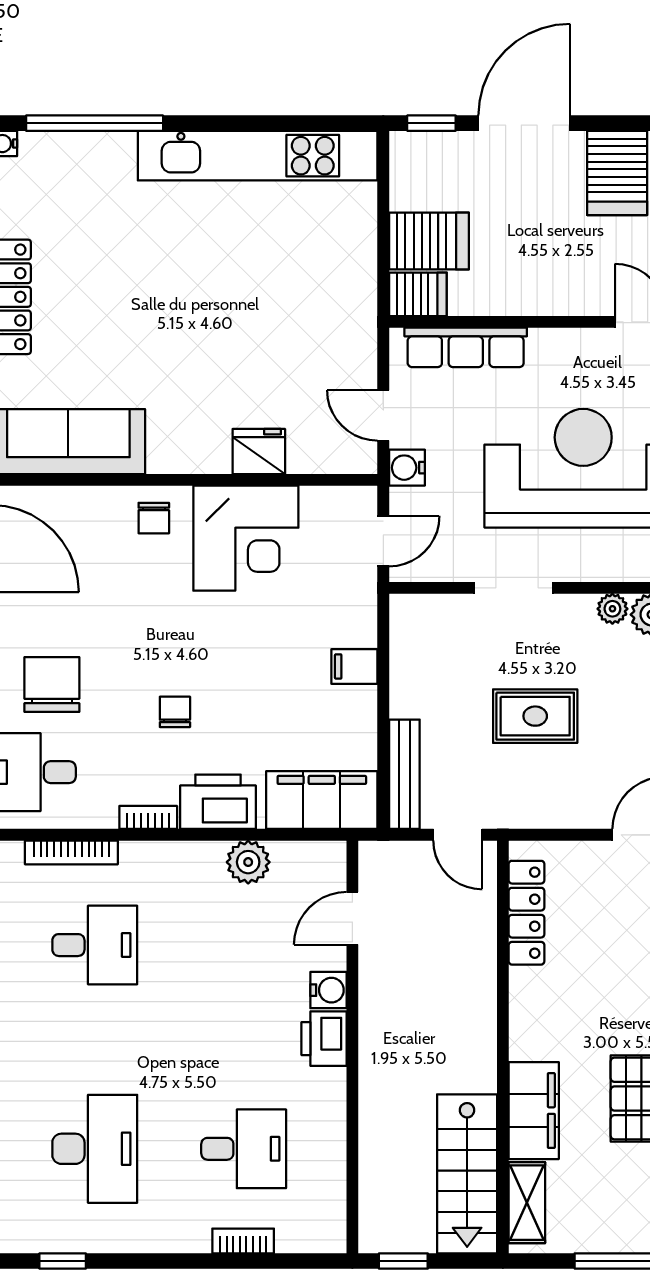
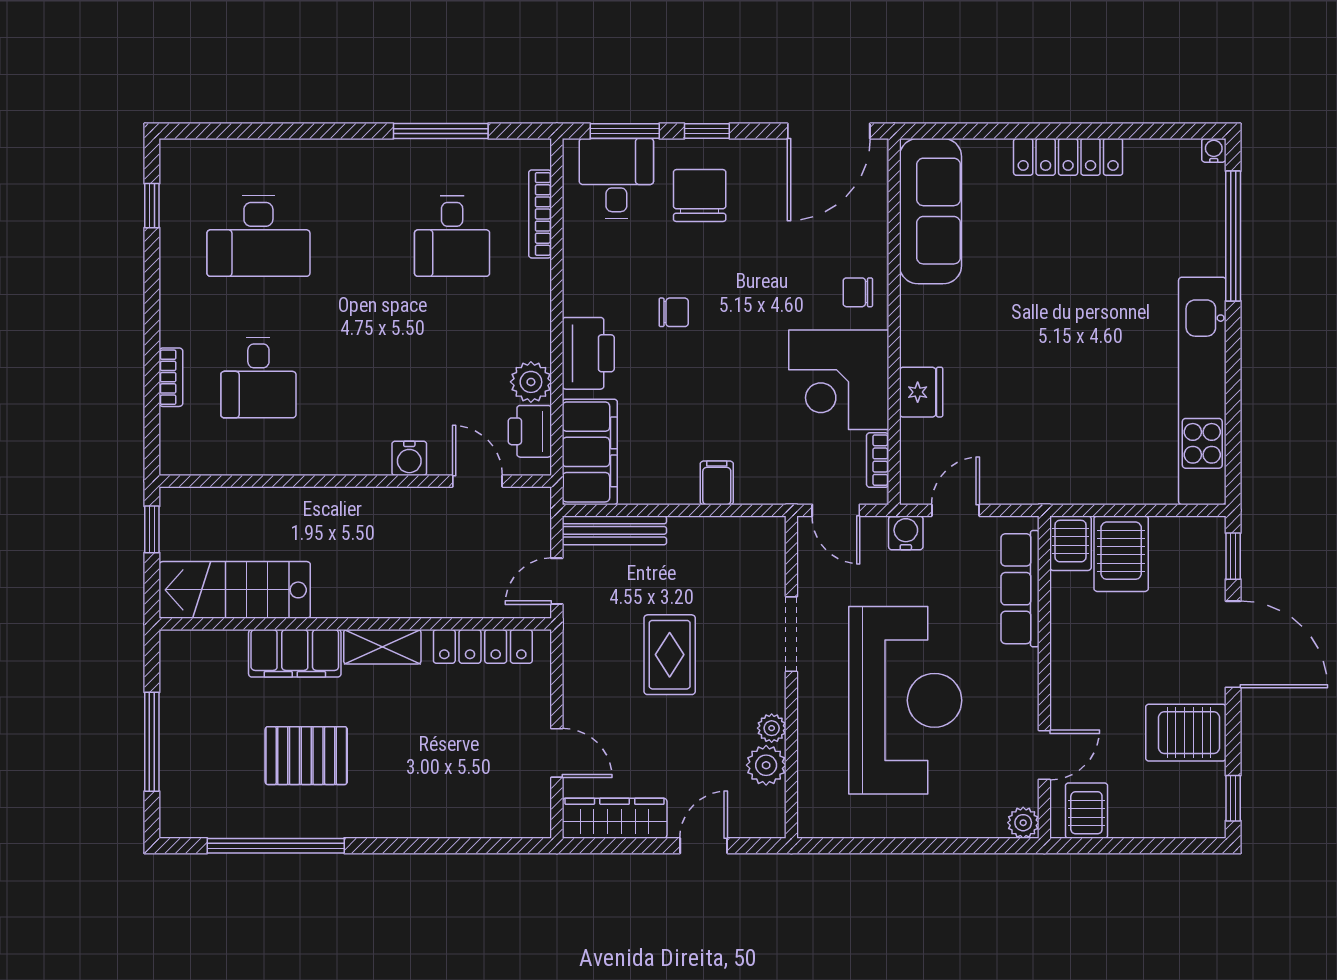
chair: (52, 685) -> (700, 195), turned -90
bookcase: (148, 817) -> (878, 460), moved, turned 180
printer: (324, 1039) -> (530, 431), moved, turned -90
shelving: (527, 1203) -> (382, 647), moved

